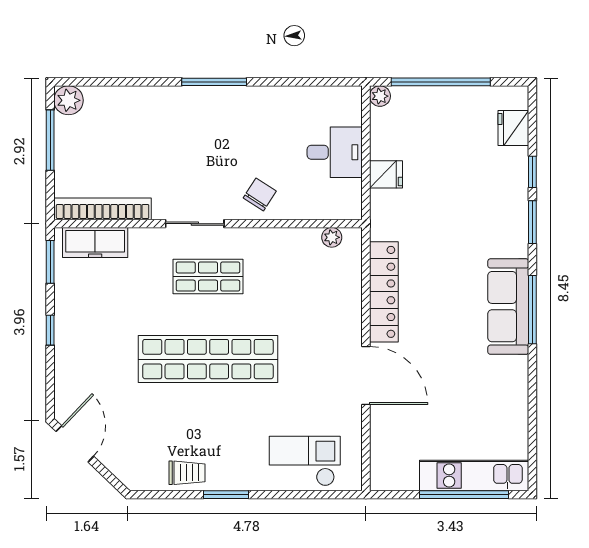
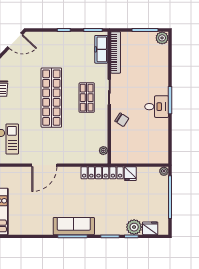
desk: (335, 152) -> (157, 107), moved, turned -90
plant: (511, 166) -> (134, 227), added
locker: (384, 292) -> (102, 173), moved

